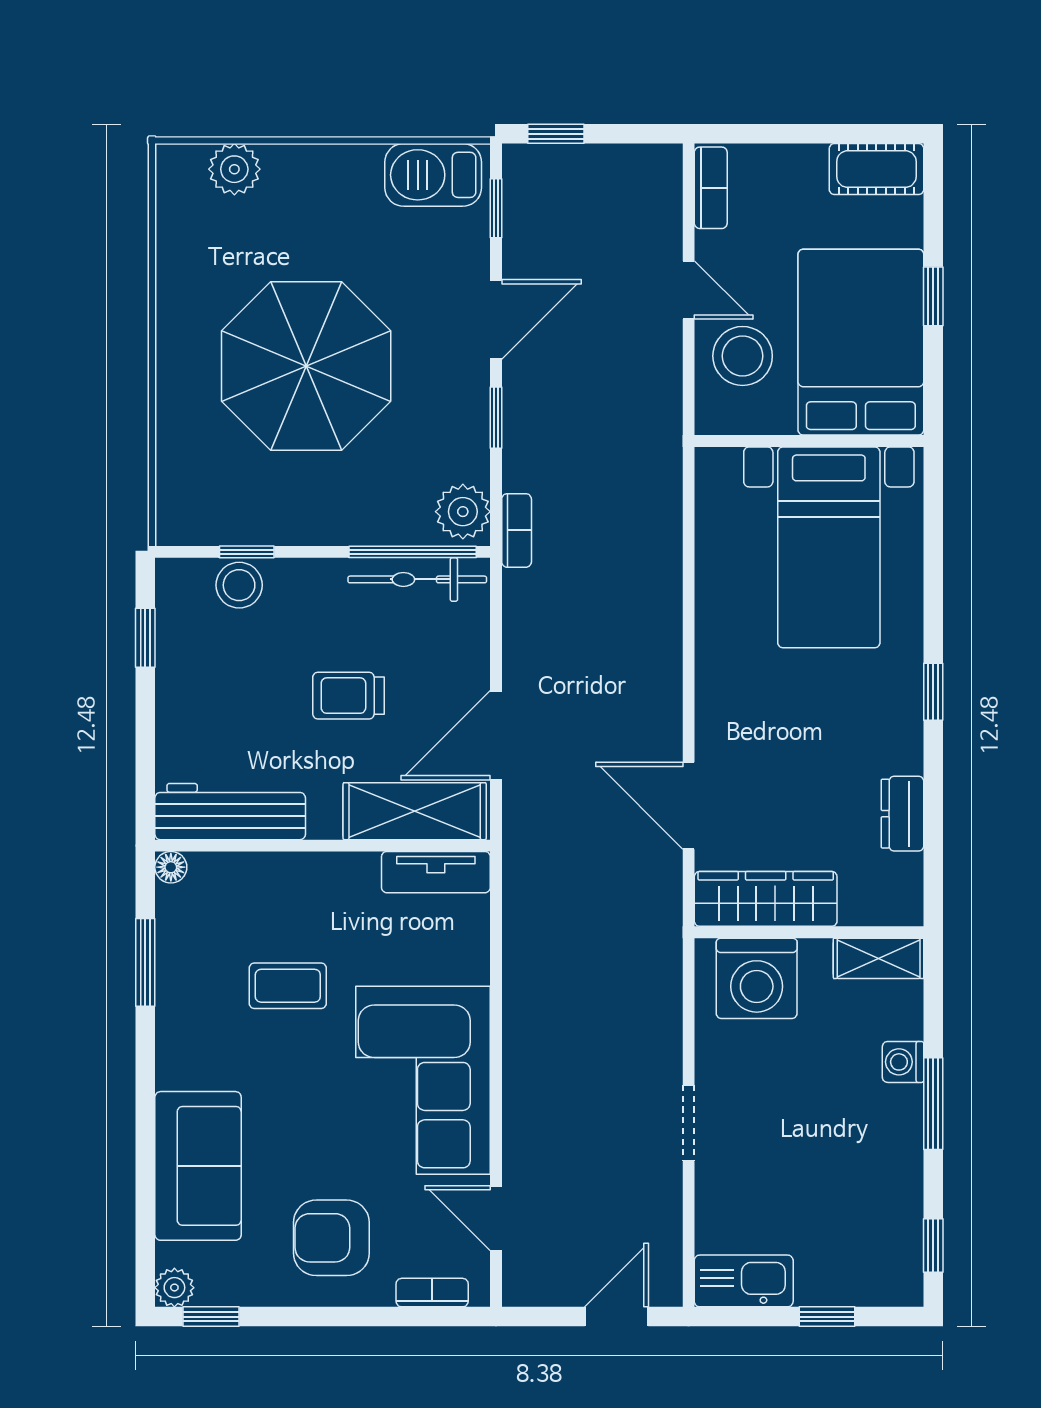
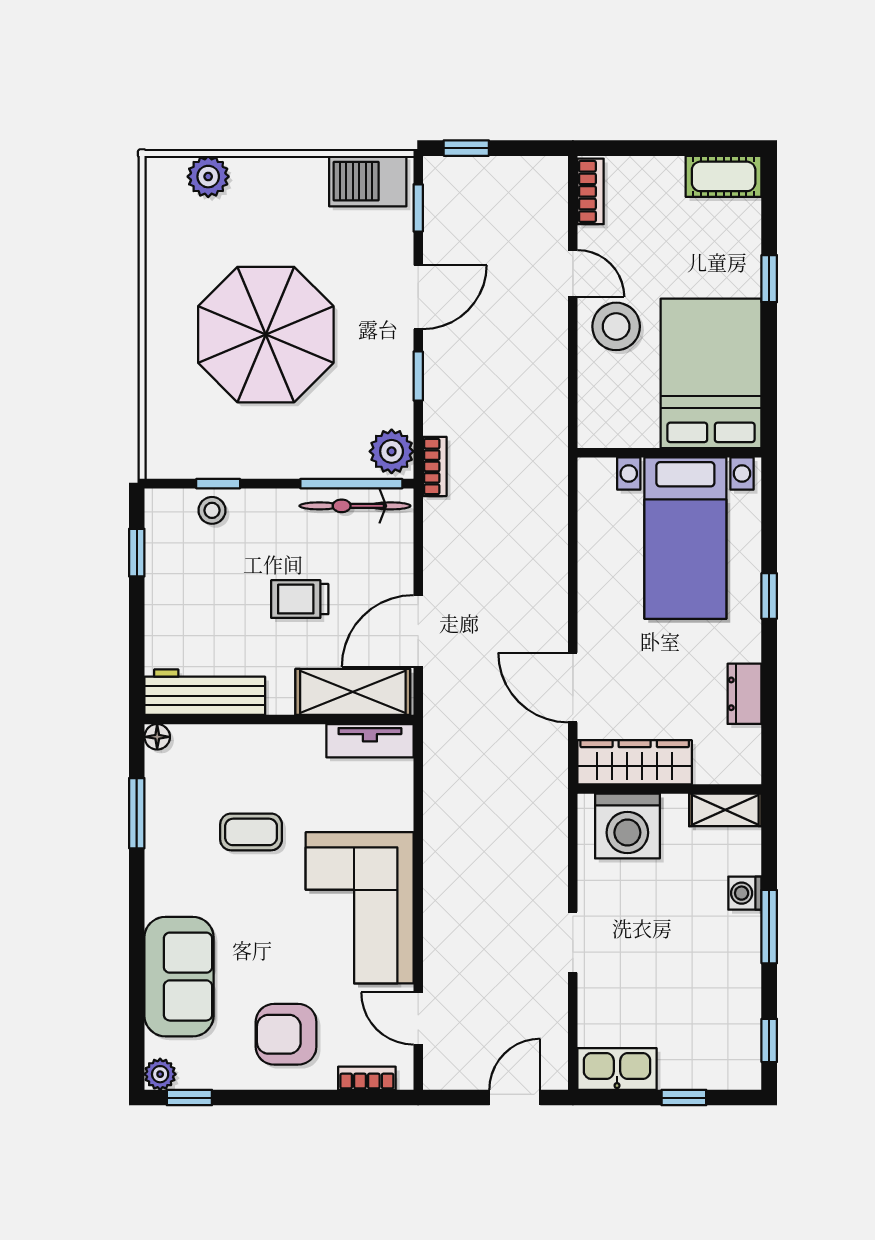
bed: (861, 342) -> (711, 373), moved
wall: (809, 441) -> (669, 453), moved
bed with nightstands: (829, 547) -> (685, 538), moved
stool: (239, 585) -> (212, 510), width x0.73, depth x0.73

